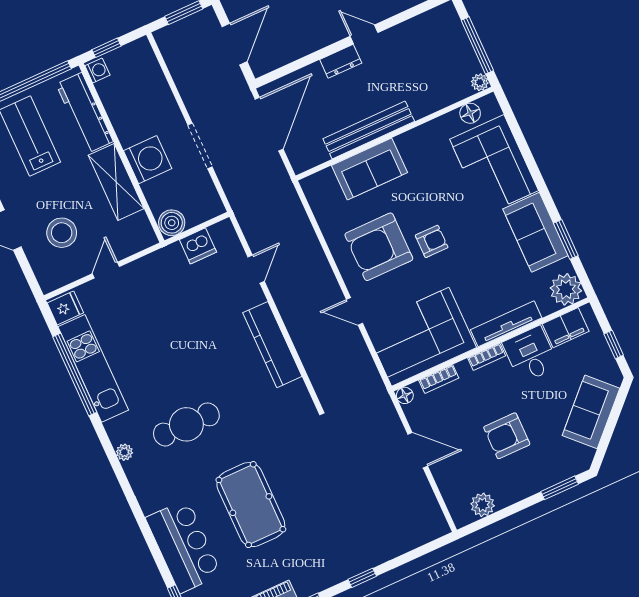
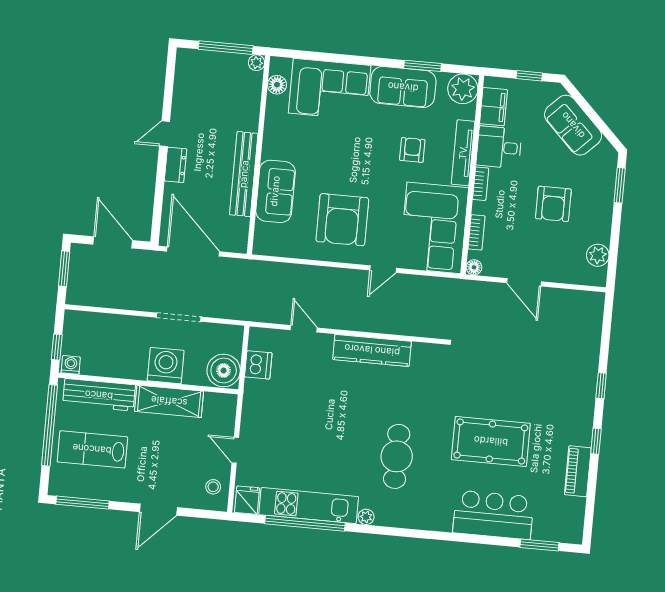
boiler: (172, 223) -> (224, 371), width x1.37, depth x1.37
stool: (62, 233) -> (213, 487), moved, width x0.53, depth x0.53
armchair: (432, 241) -> (412, 150), moved
door: (418, 450) -> (524, 282), swing flipped
plant: (124, 452) -> (366, 517), moved

